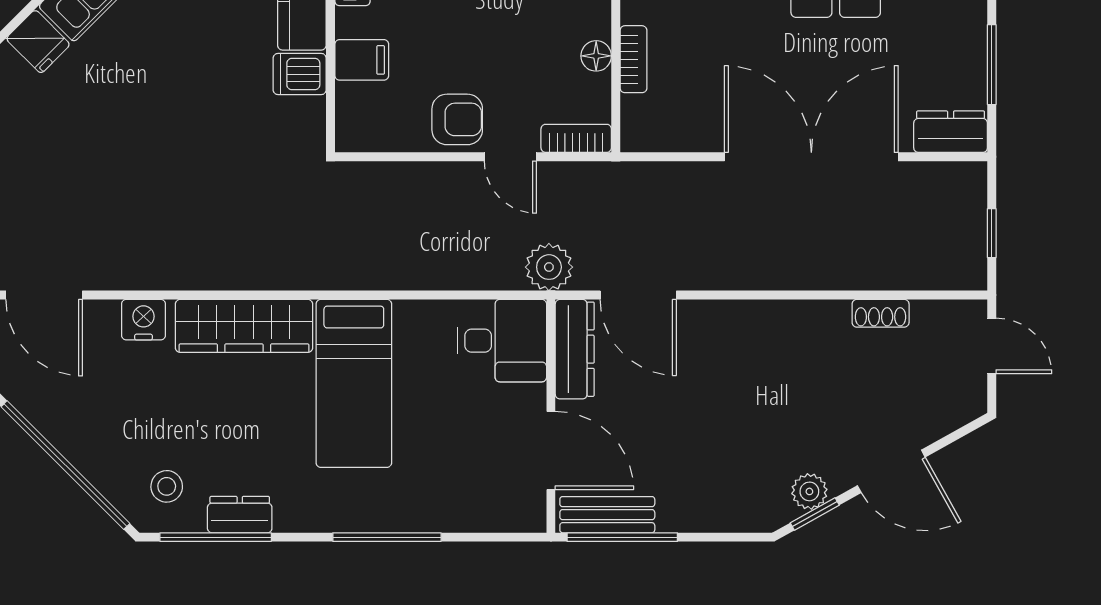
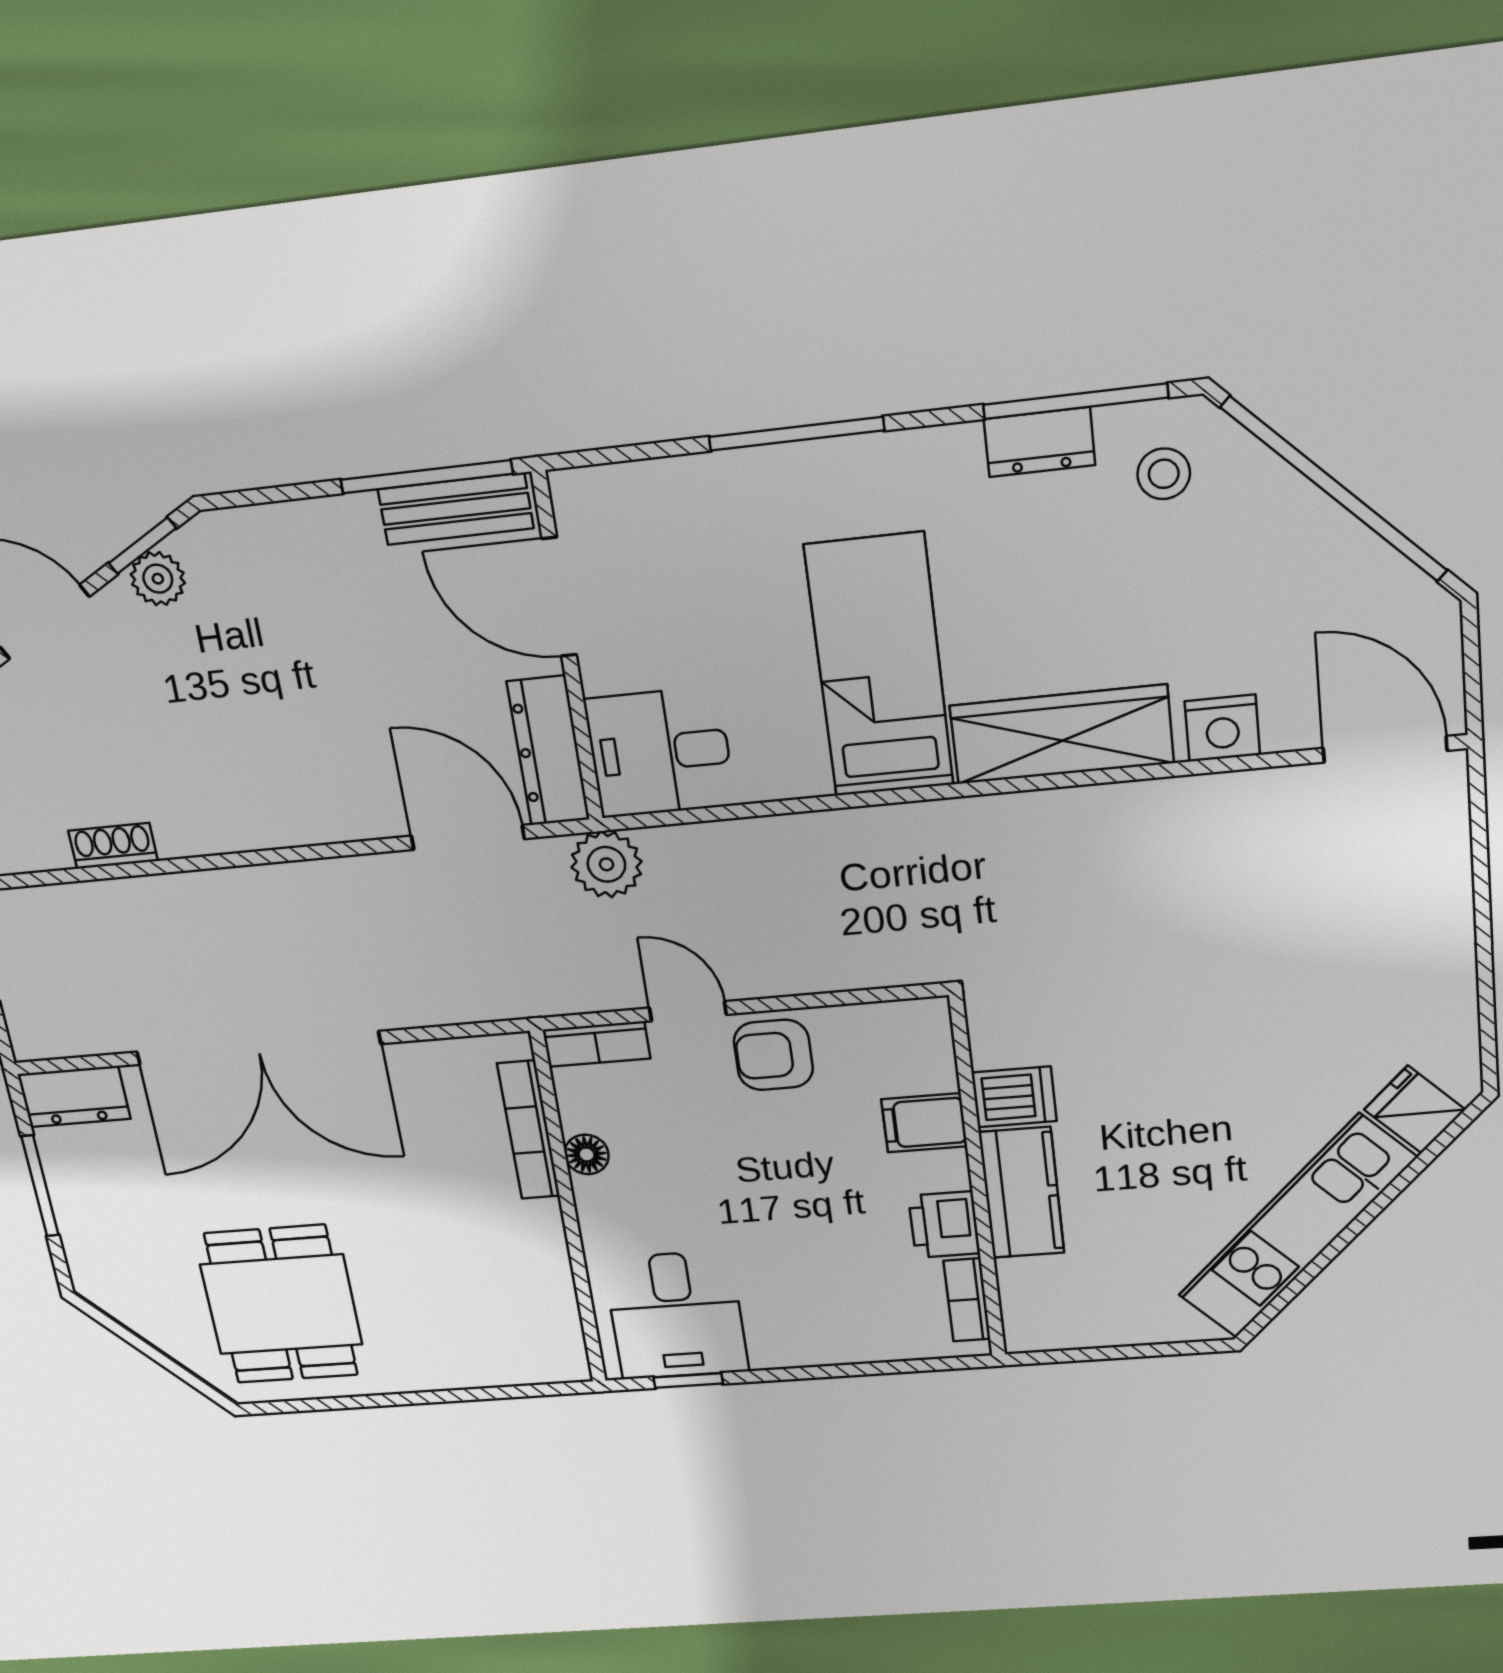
bookcase: (633, 59) -> (529, 1130), width x1.56

